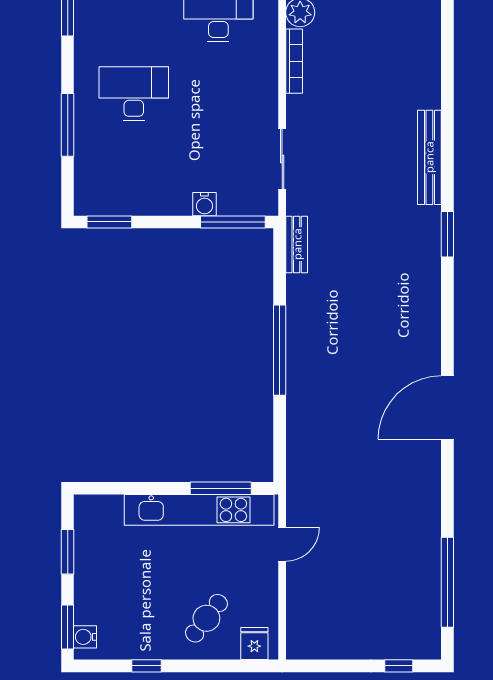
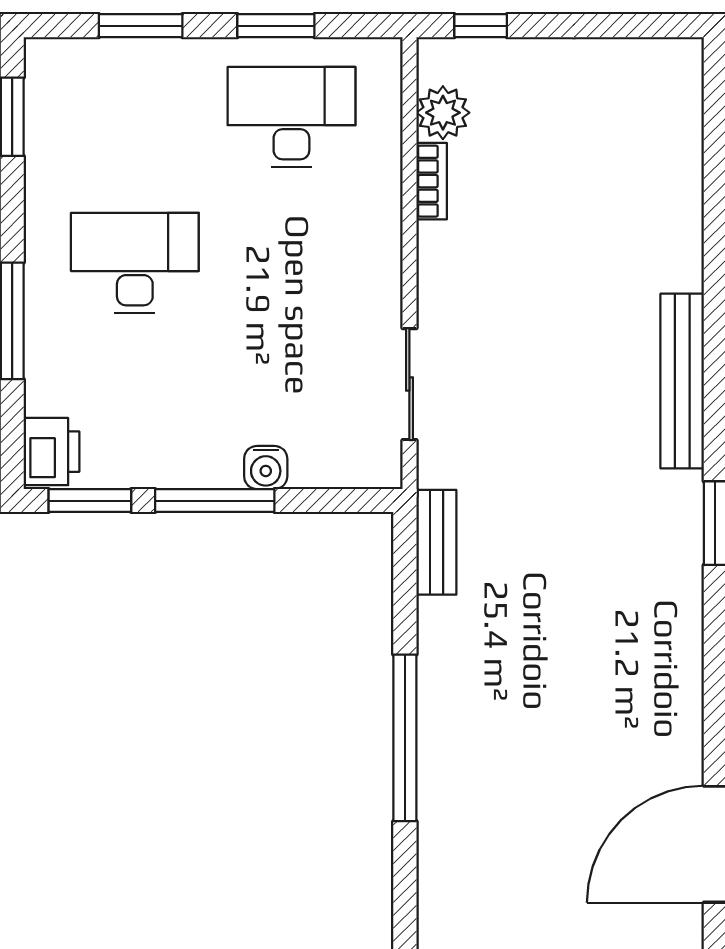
bookcase: (294, 61) -> (432, 181), width x0.64
printer: (89, 196) -> (51, 452), added
window: (233, 222) -> (215, 501), moved

